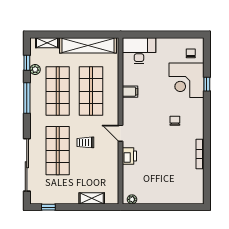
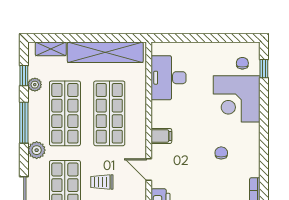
desk: (139, 51) -> (169, 78), moved, turned -90
window: (207, 84) -> (264, 69), moved
filing cabinet: (130, 92) -> (161, 136), moved
plant: (36, 119) -> (37, 150), added

